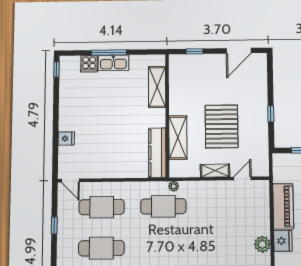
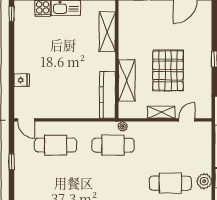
cafe table: (101, 248) -> (170, 183), moved

